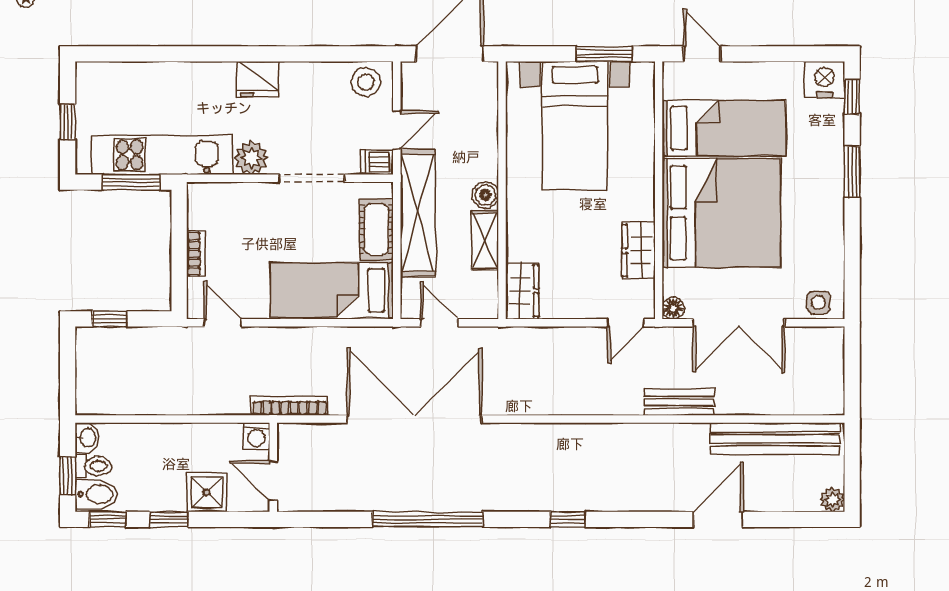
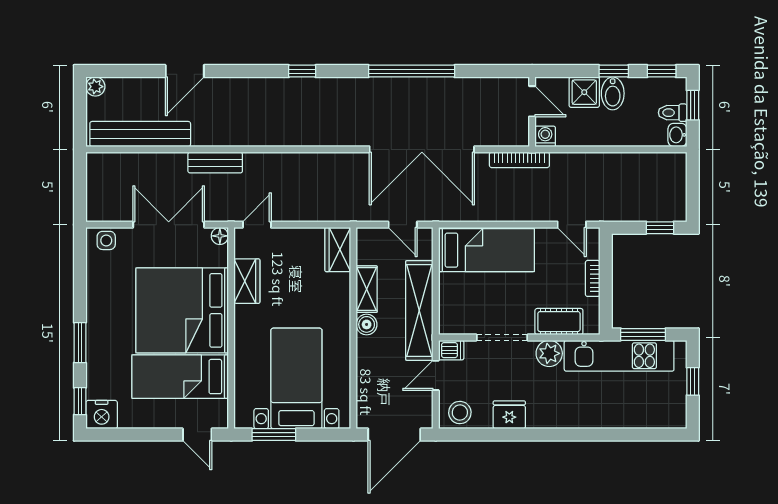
fridge: (257, 79) -> (509, 415), moved
cot: (376, 229) -> (559, 322), moved, turned 90
bidet: (96, 494) -> (613, 93), moved, turned -90

